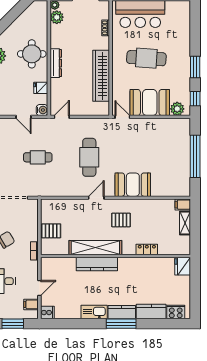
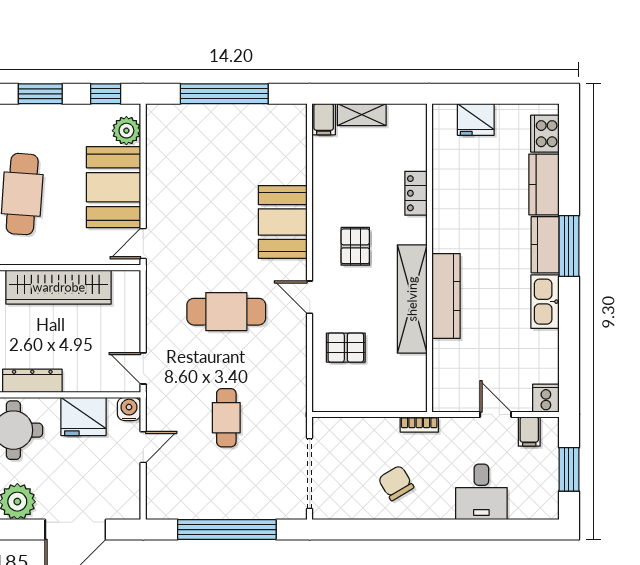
fridge: (41, 88) -> (84, 416), width x1.88, depth x1.34
pallet: (51, 231) -> (346, 348), moved, turned 90
fridge: (183, 266) -> (476, 119), moved

